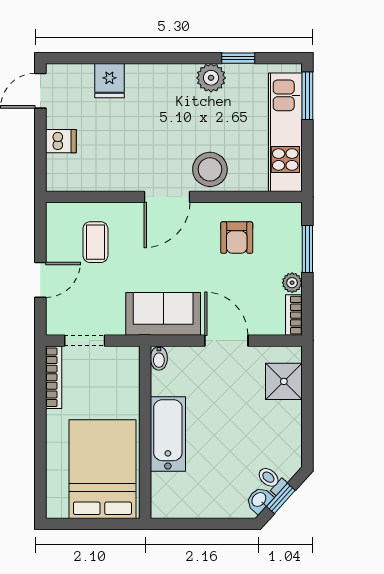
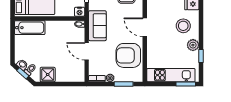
stool: (210, 169) -> (183, 26), moved
armchair: (237, 238) -> (128, 55), width x1.88, depth x1.88
door: (226, 341) -> (87, 51), swing flipped
nightstand: (129, 358) -> (80, 12), added
shower: (284, 381) -> (48, 75), moved
bathtub: (168, 434) -> (30, 28), moved

